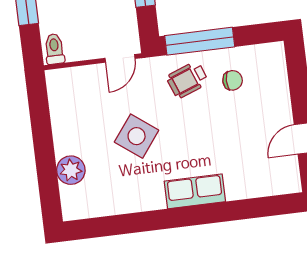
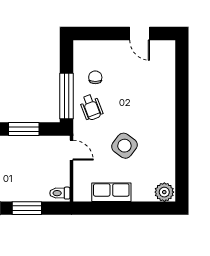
plant: (71, 170) -> (164, 192), moved
row of seats: (195, 191) -> (111, 192), moved, turned 90

